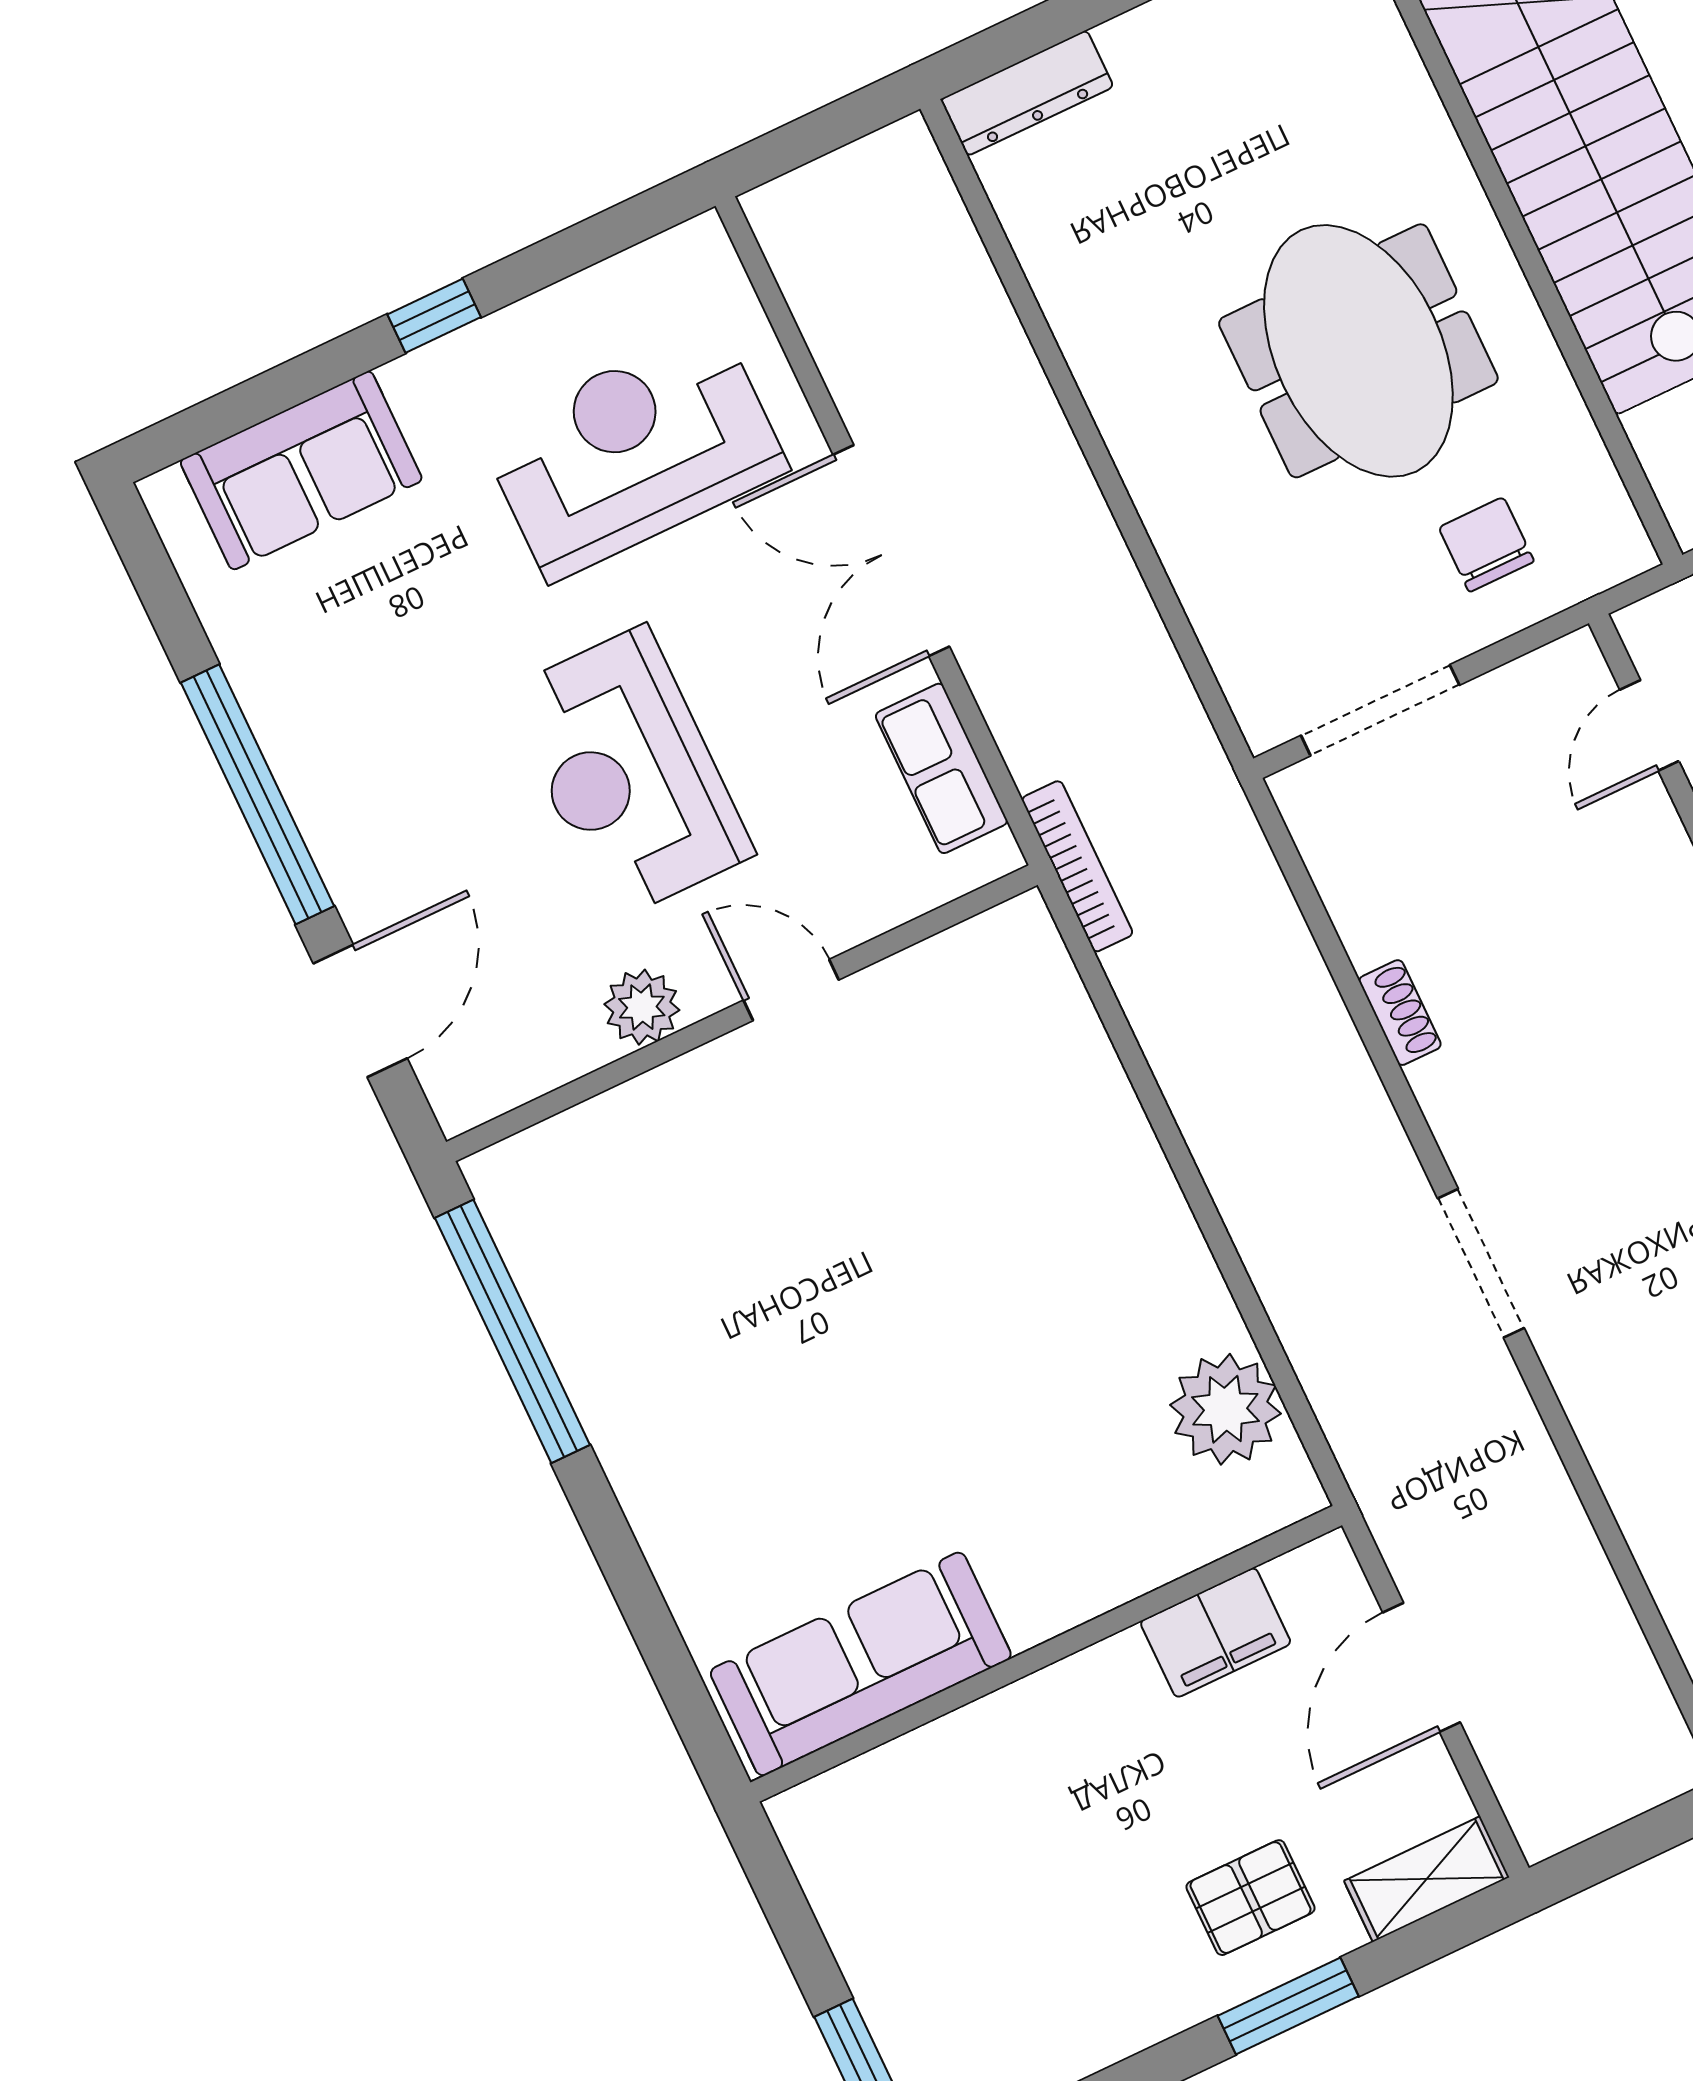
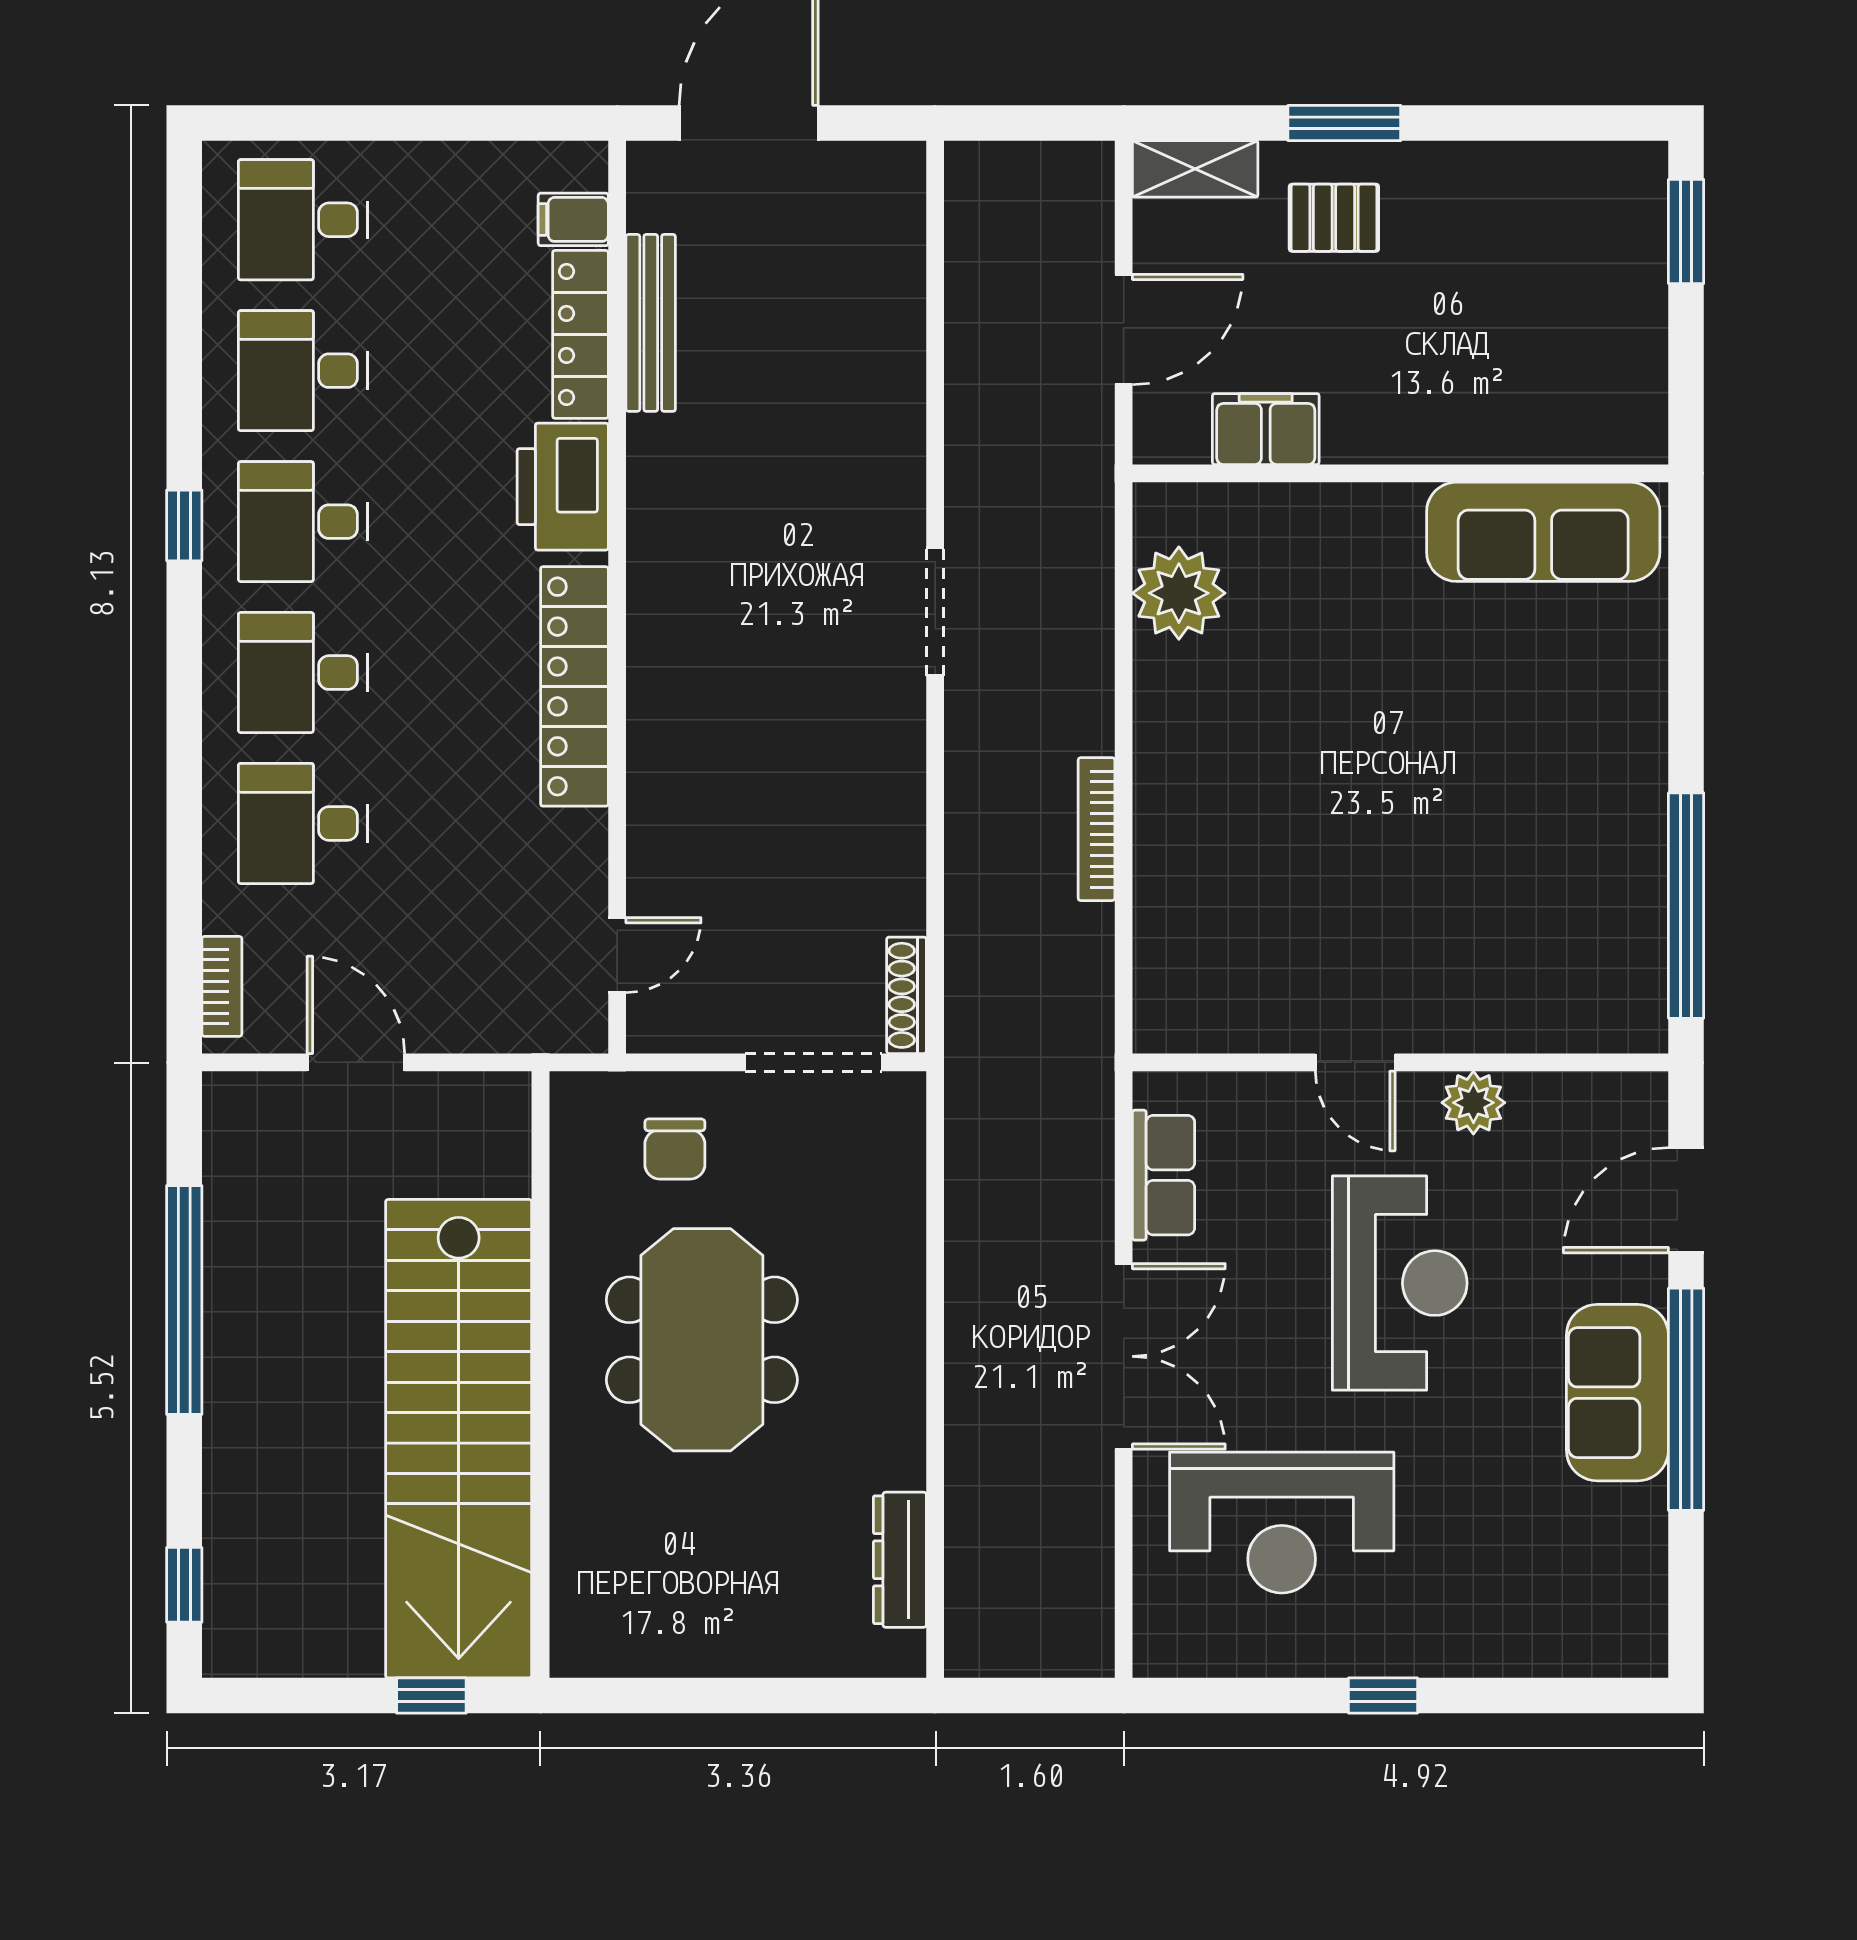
dresser: (1027, 93) -> (900, 1560), moved, turned -90
sofa: (301, 470) -> (1617, 1393), moved, turned -90
bookcase: (1077, 866) -> (1096, 829), moved
shoe rack: (1400, 1013) -> (907, 995), moved, width x1.43

